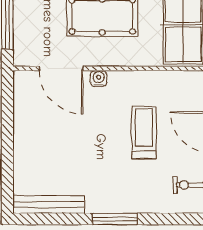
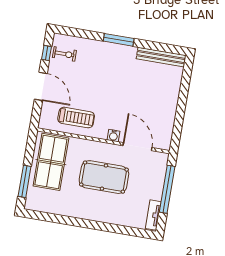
treadmill: (144, 133) -> (76, 118), moved, turned -90

